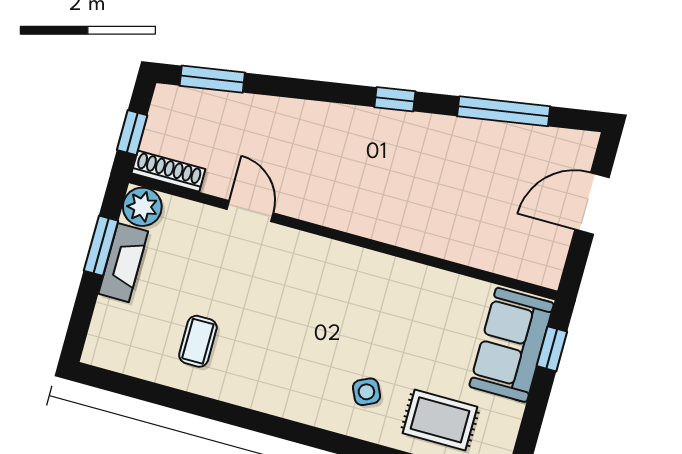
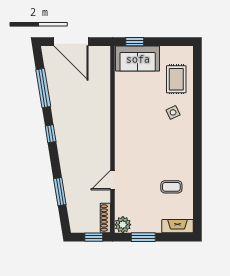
window: (212, 79) -> (60, 192), moved
door: (592, 204) -> (71, 42), width x1.36
fireplace: (123, 263) -> (177, 226), moved

